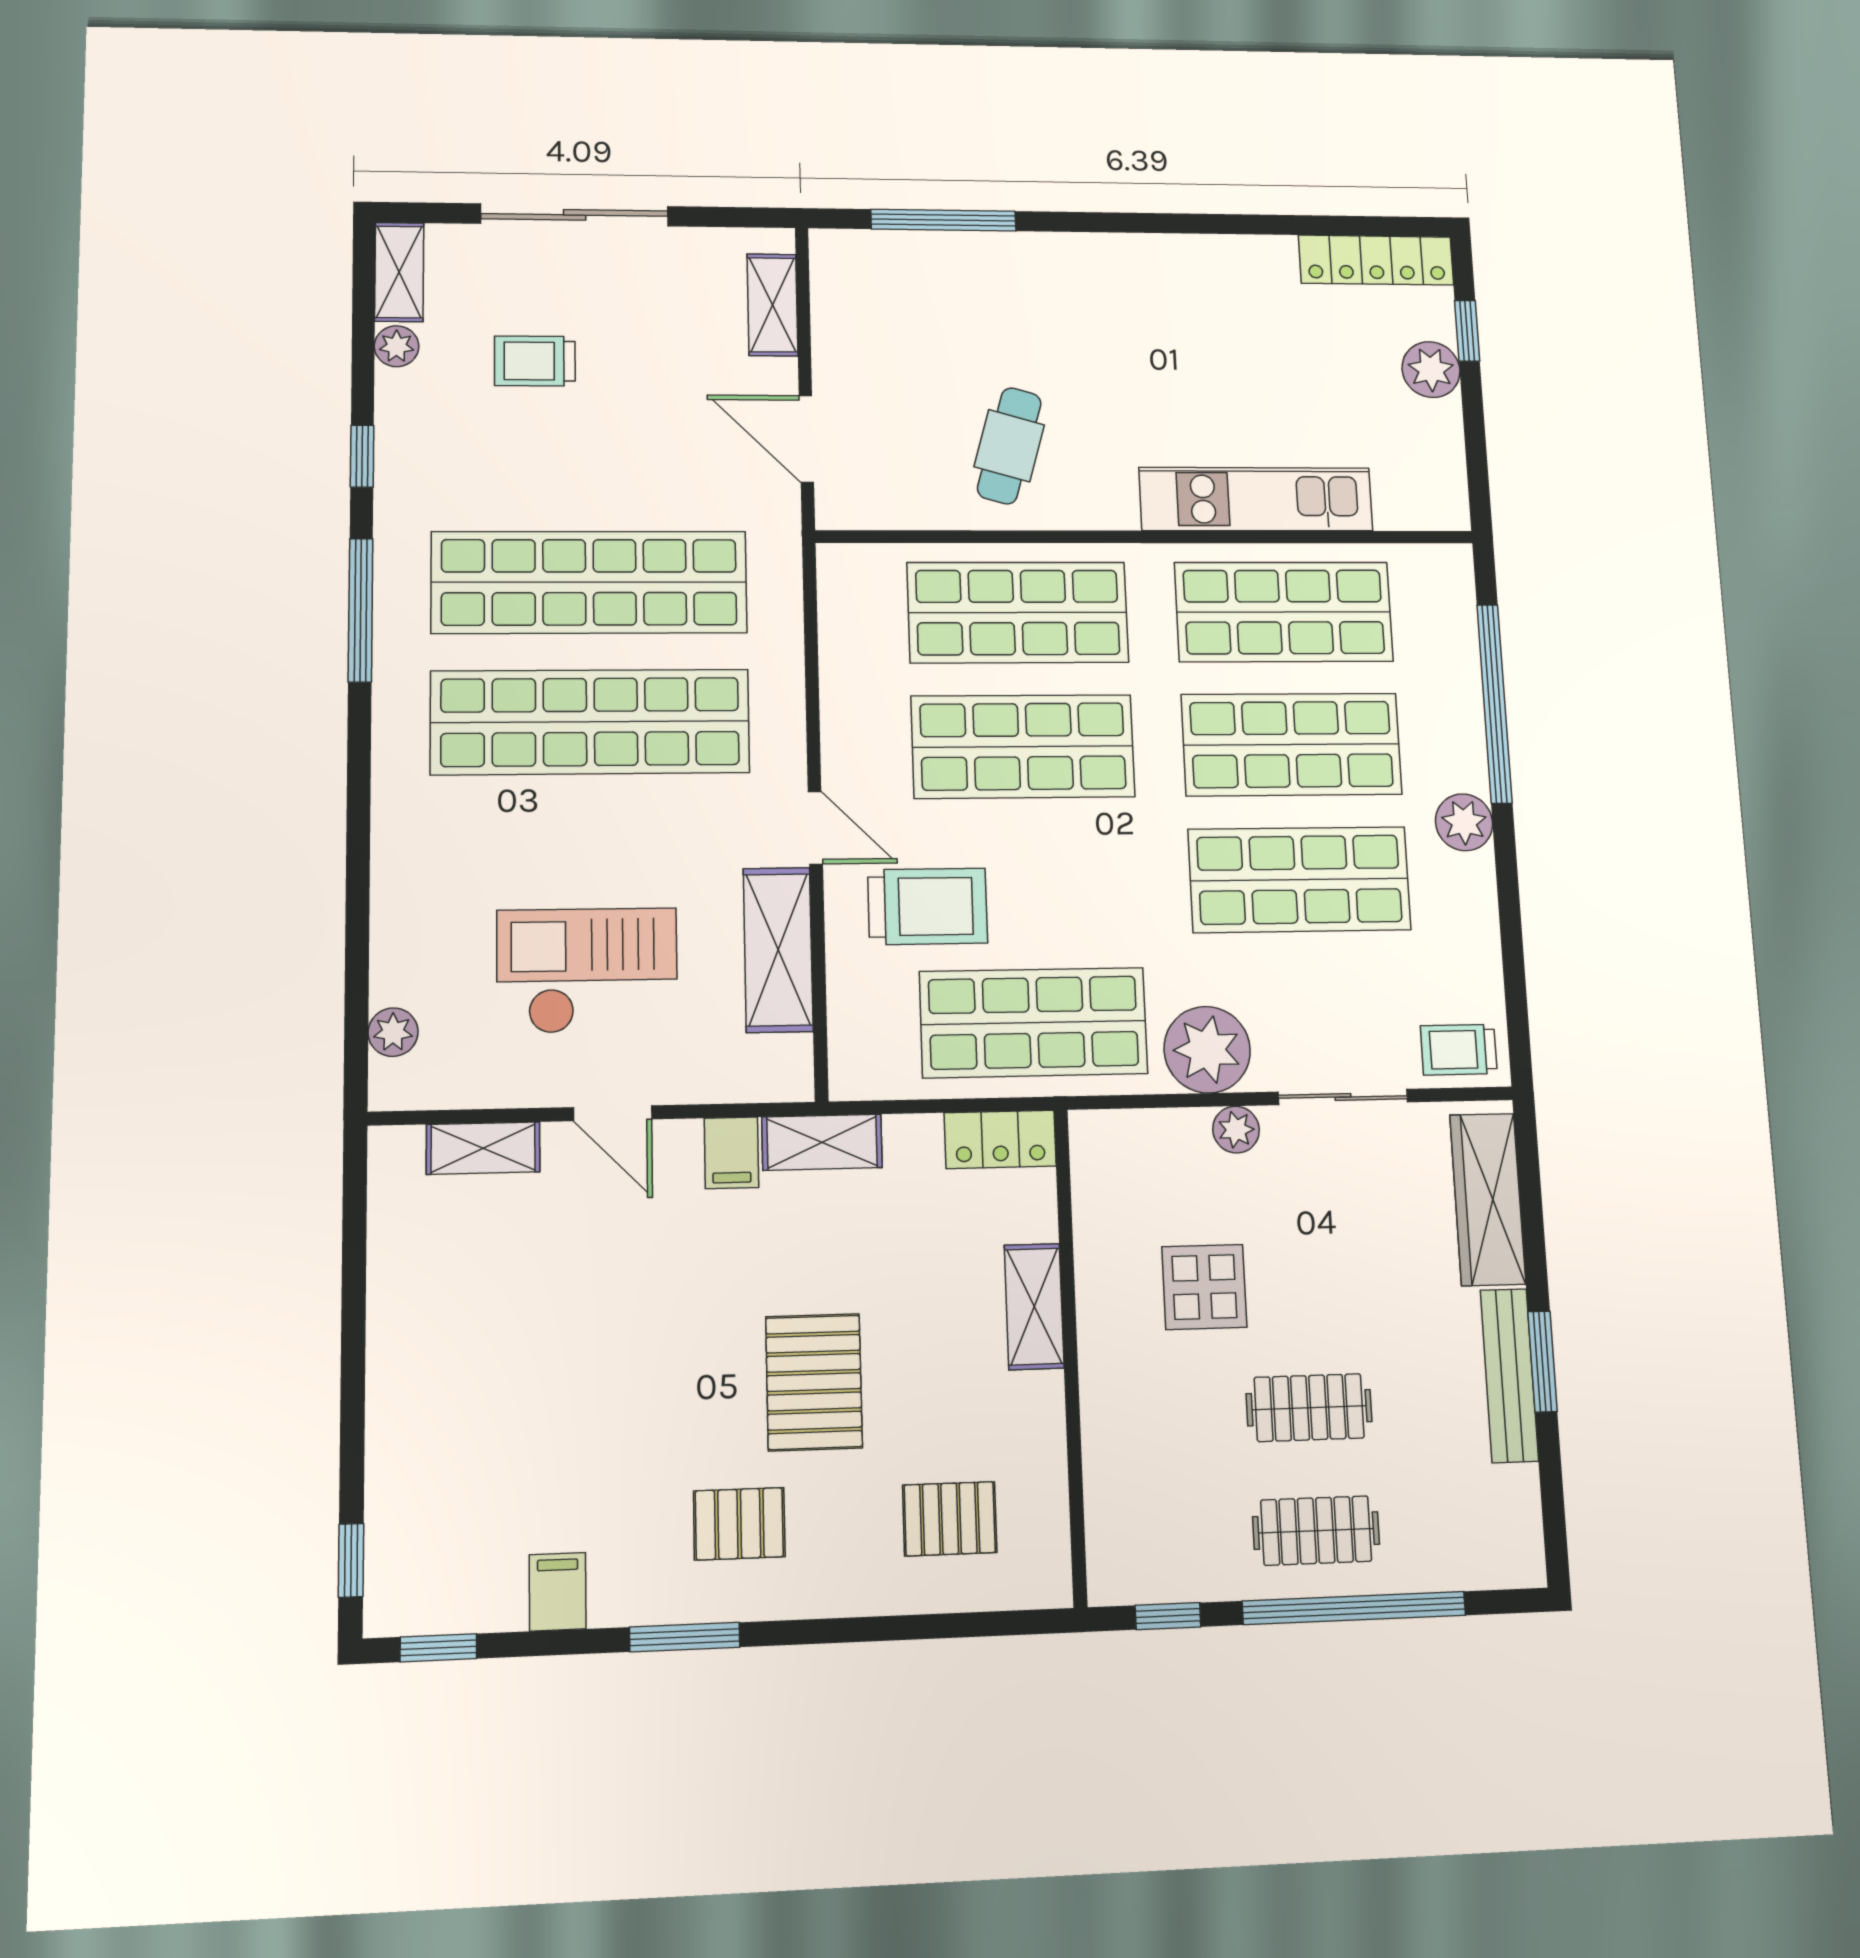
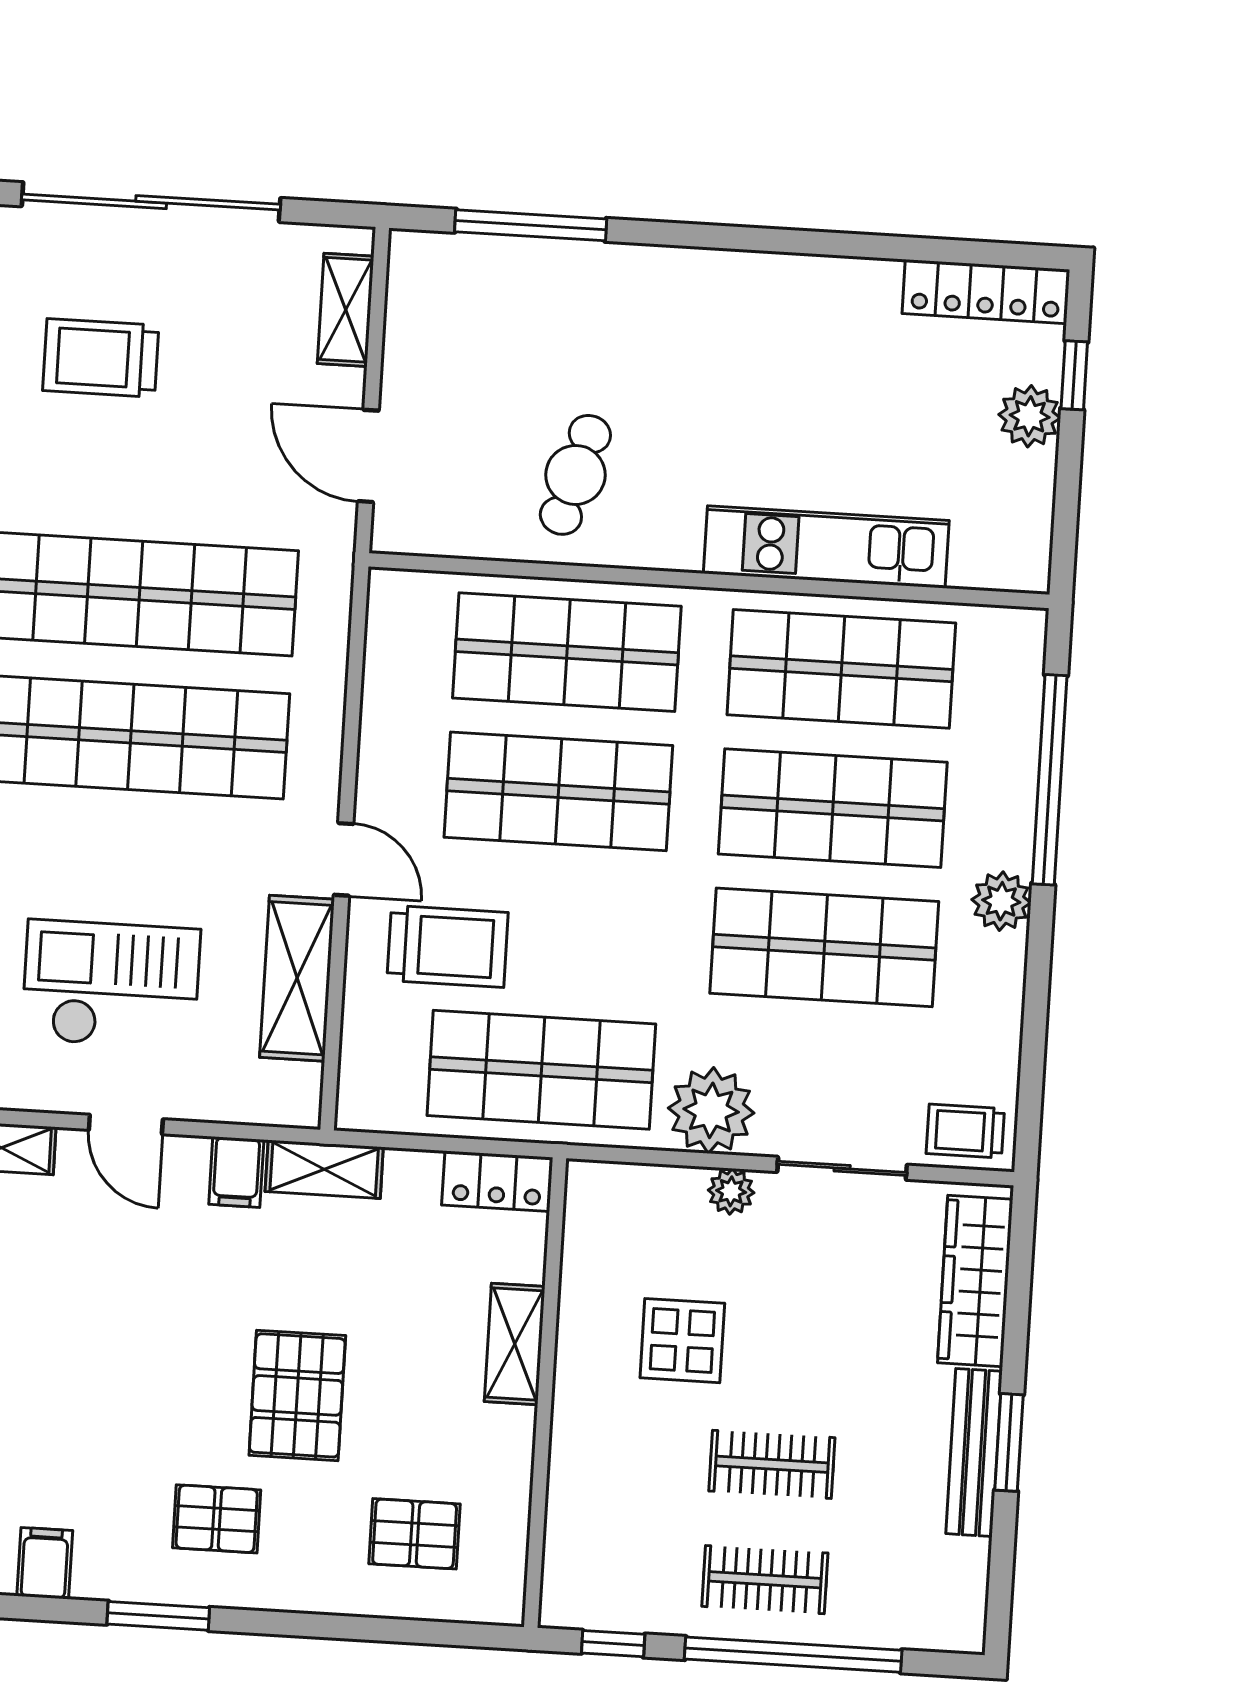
sliding door: (575, 215) -> (151, 202), width x1.36
trolley: (535, 361) -> (101, 358), width x1.36, depth x1.39

